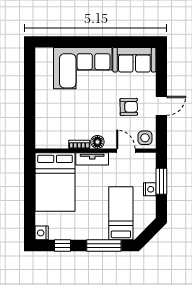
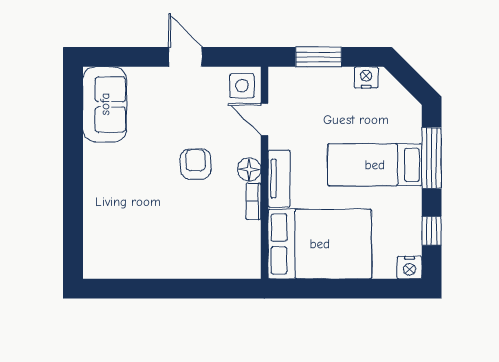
corner sofa: (83, 68) -> (119, 195), removed
armchair: (129, 107) -> (196, 164), moved
door: (126, 151) -> (264, 119), hinge flipped
nightstand: (150, 189) -> (366, 77), moved
bed: (121, 213) -> (375, 165), moved

